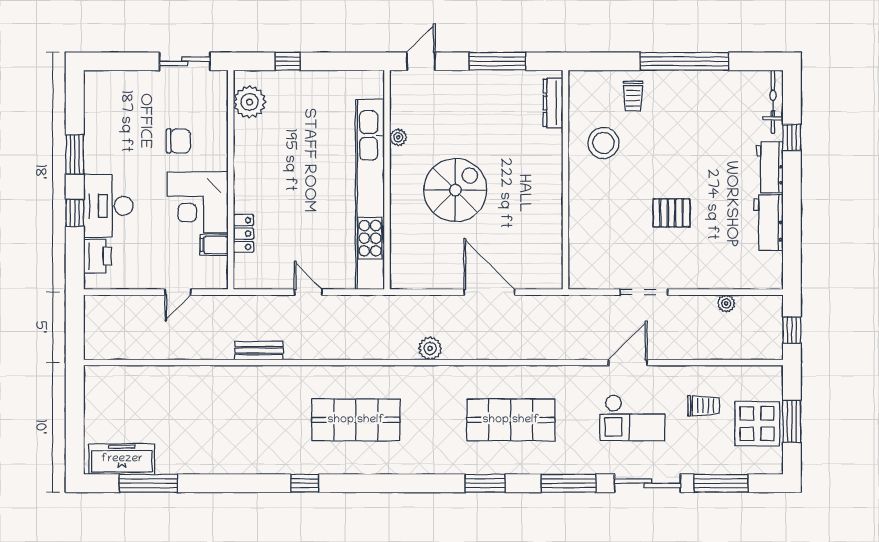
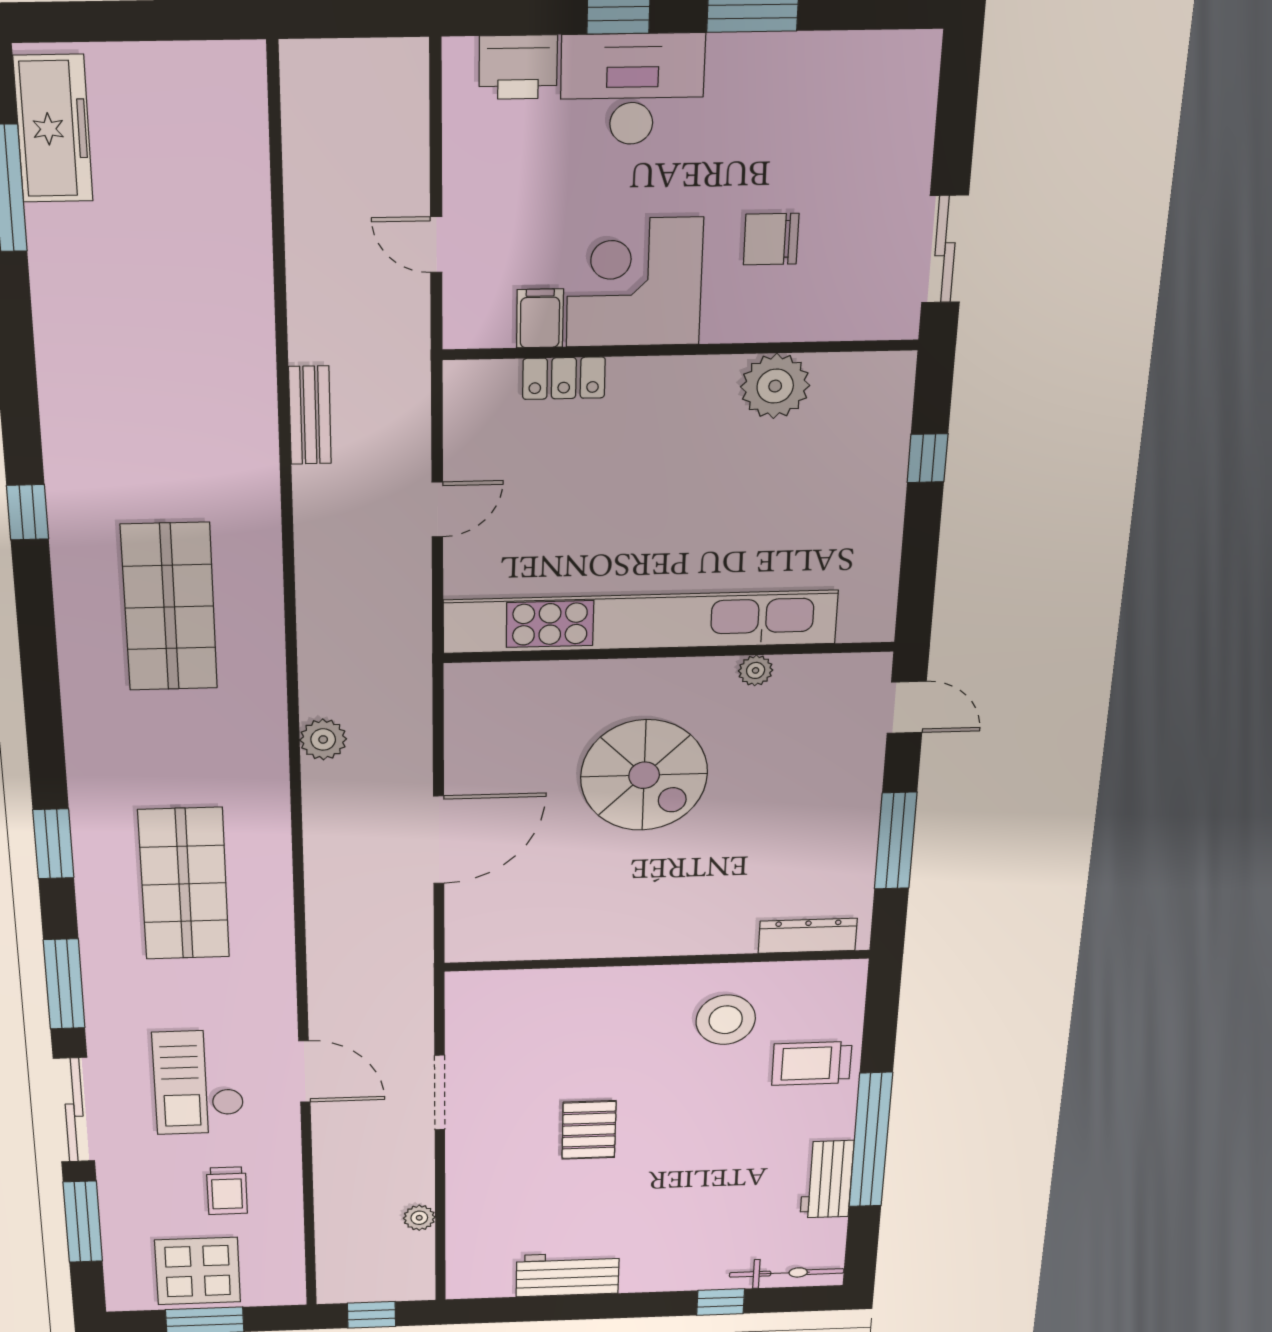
trolley: (633, 96) -> (812, 1063), width x1.36, depth x1.39
plant: (250, 102) -> (775, 386), moved
chair: (178, 141) -> (771, 239), turned 90
workbench: (770, 167) -> (827, 1179), moved, turned -90

